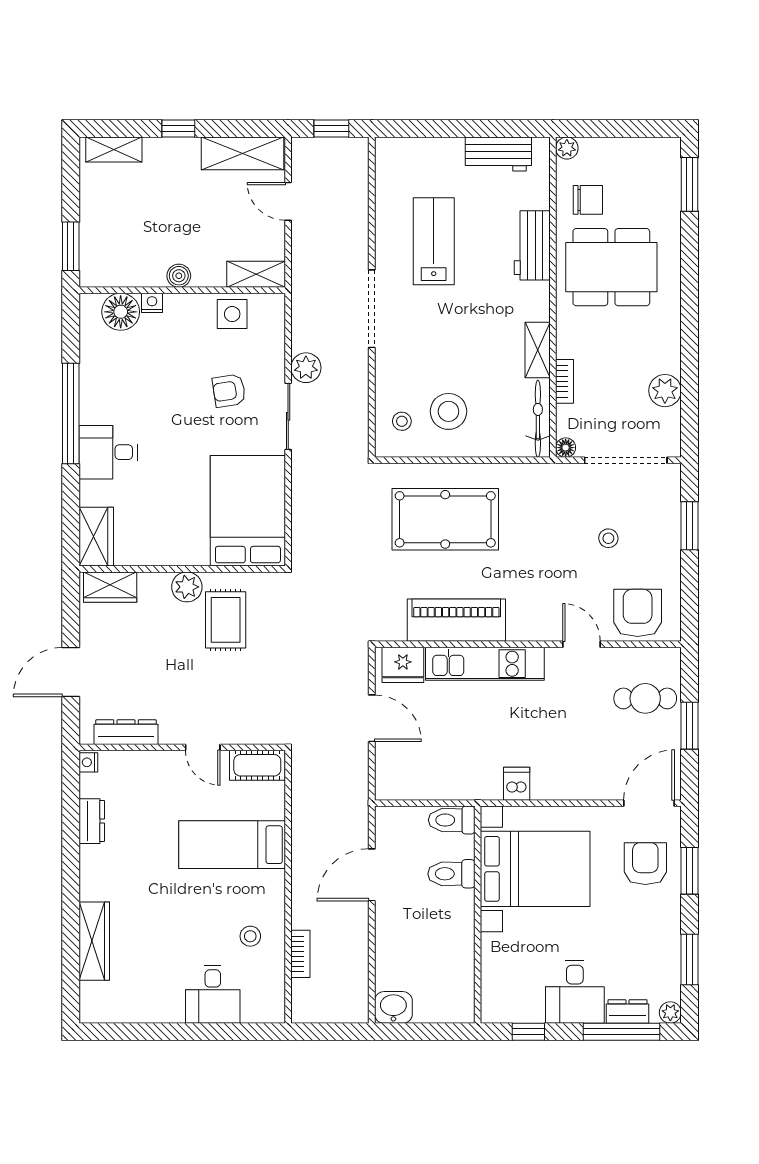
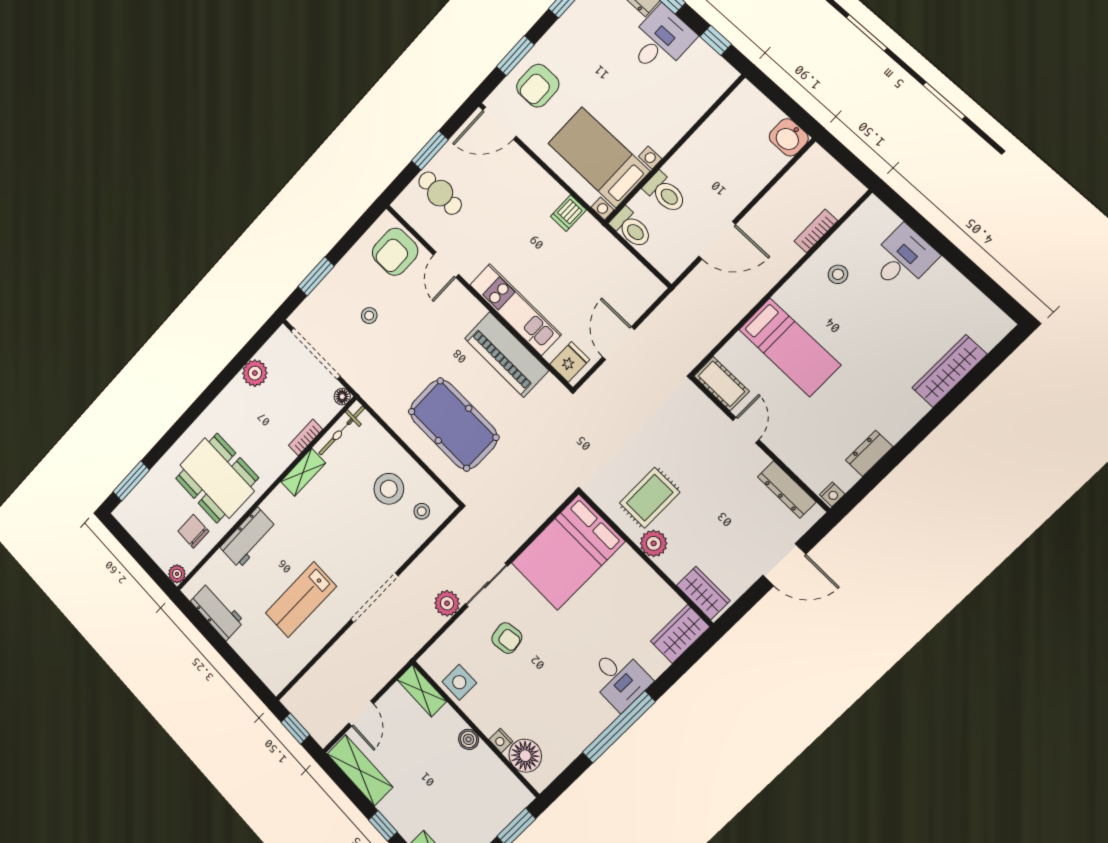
fridge: (403, 665) -> (570, 362), width x0.72
bed with nightstands: (535, 869) -> (599, 157), width x0.73

